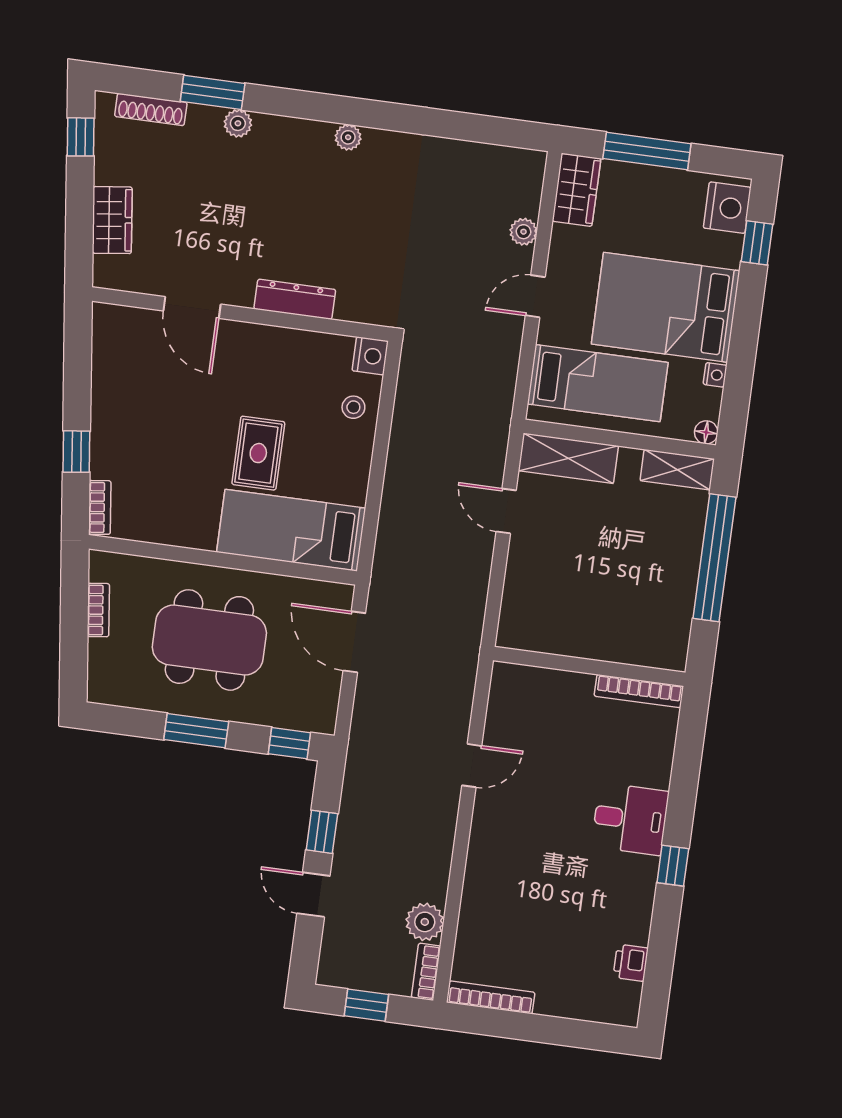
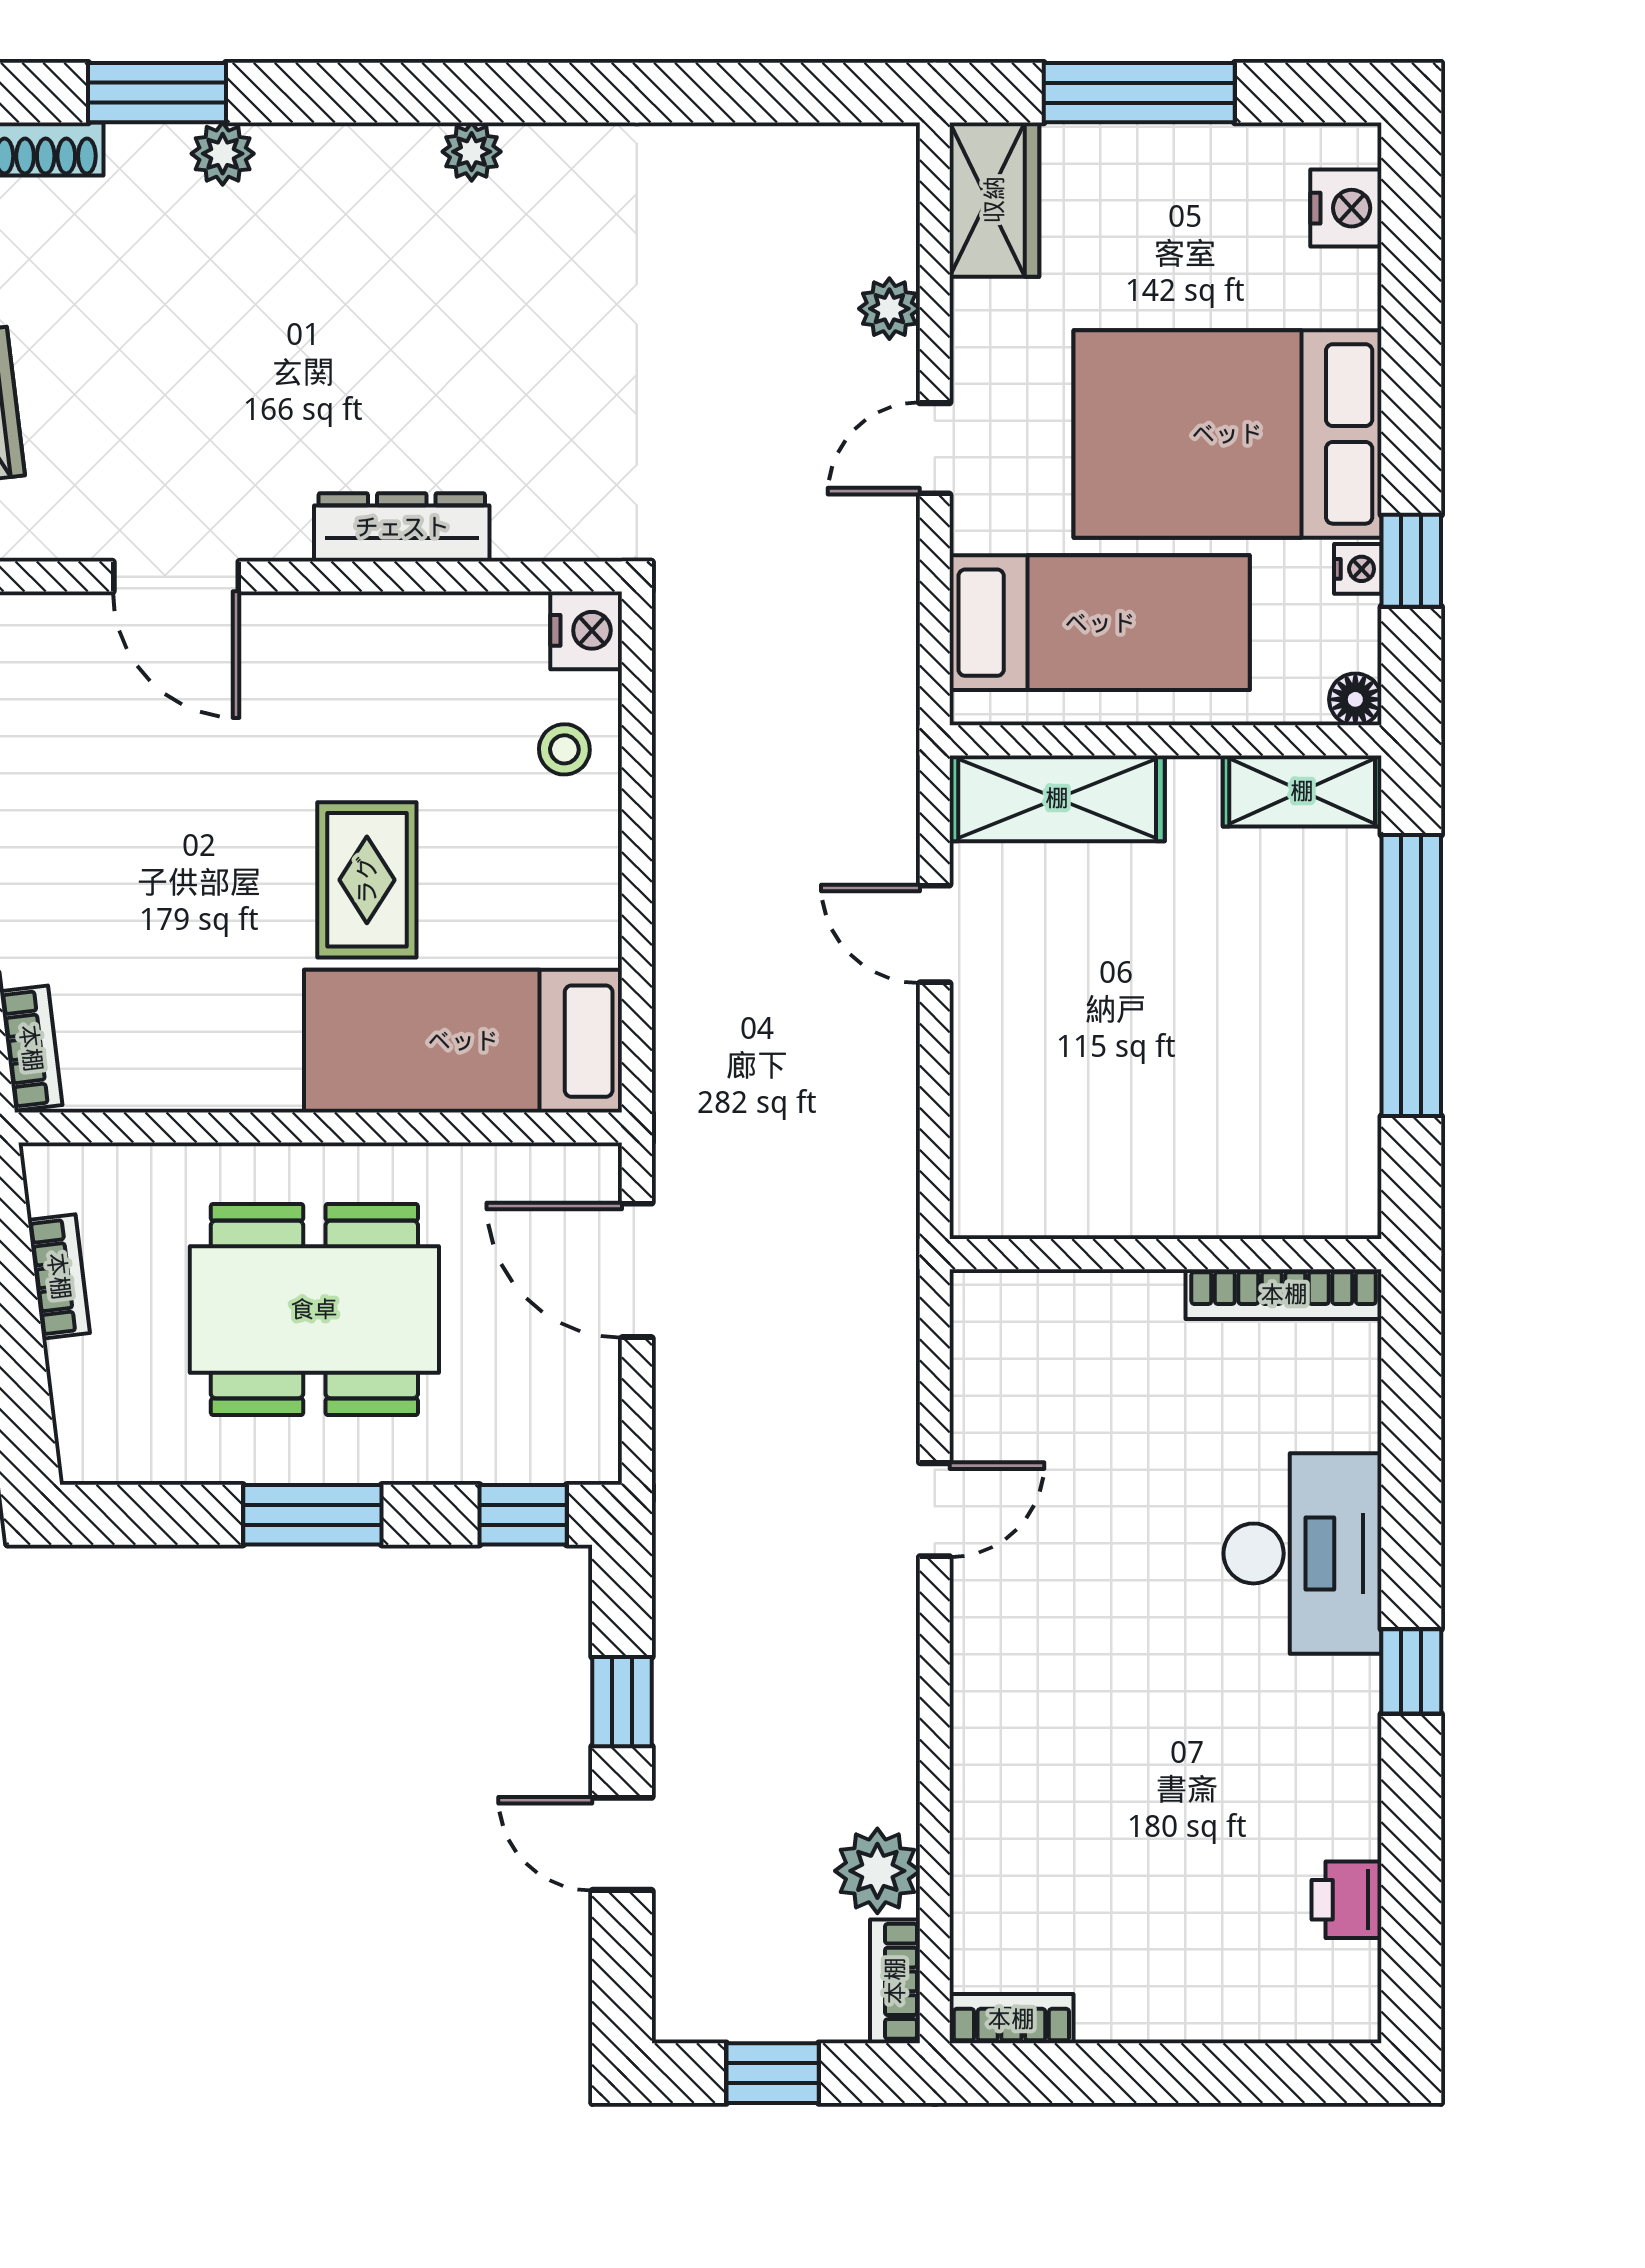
nightstand: (727, 208) -> (1346, 208), width x0.74, depth x0.75
window: (757, 243) -> (1411, 561), moved
desk: (630, 819) -> (1303, 1553), width x1.37
bookcase: (491, 997) -> (1011, 2019), width x0.64

